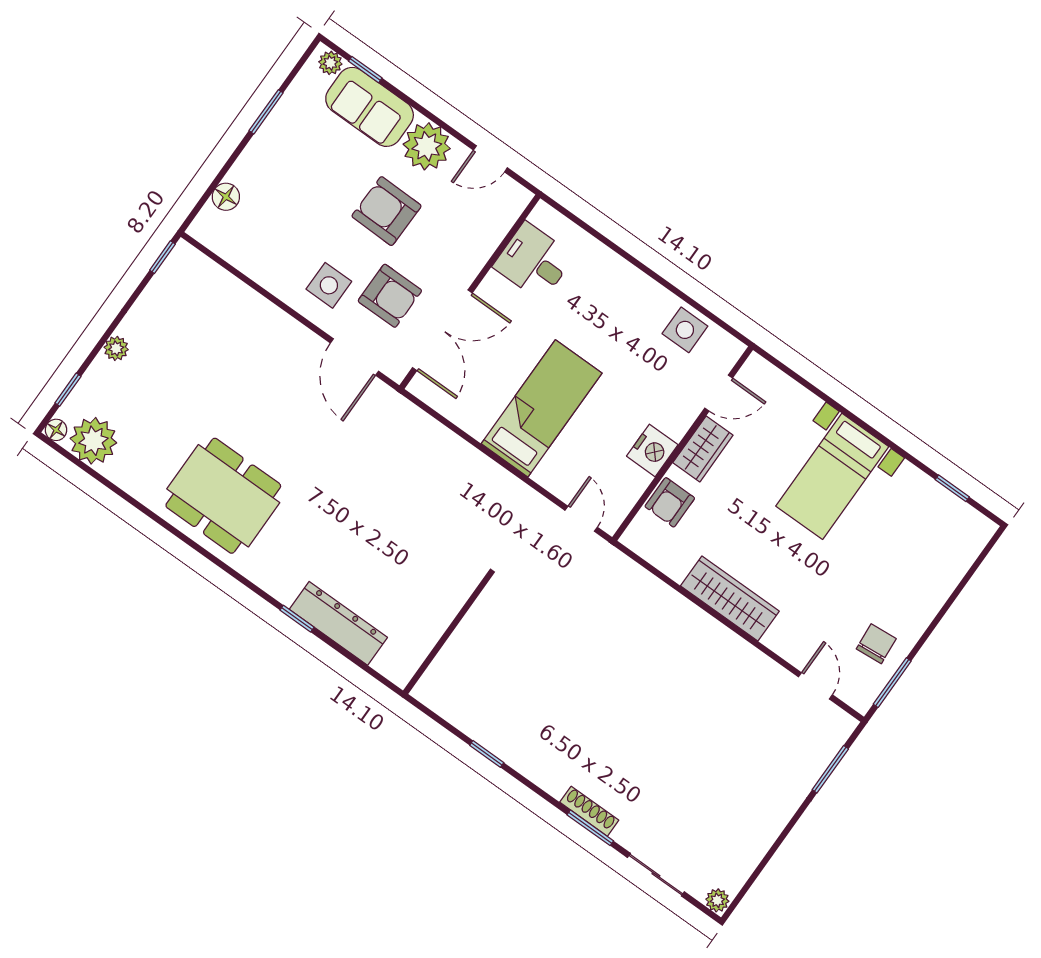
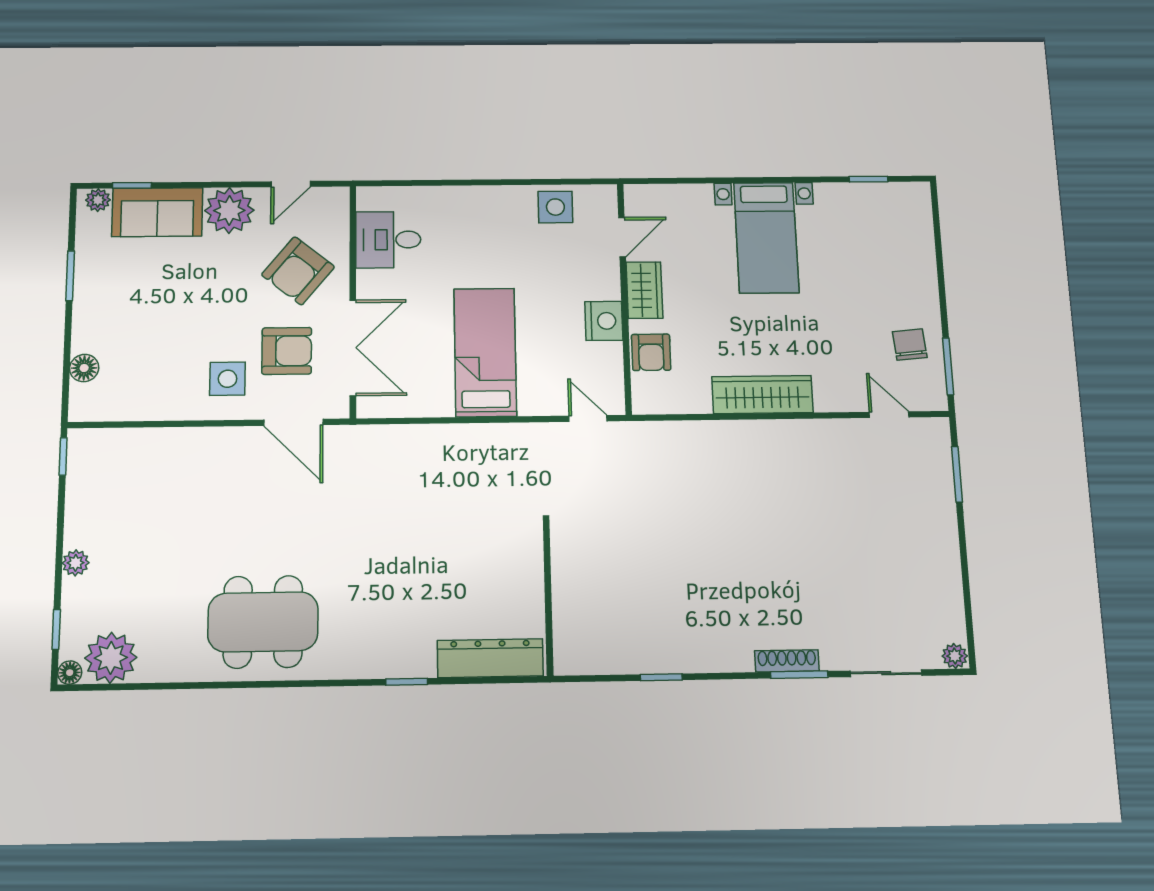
armchair: (387, 211) -> (298, 271), moved, turned -52
dresser: (338, 623) -> (490, 658), moved

